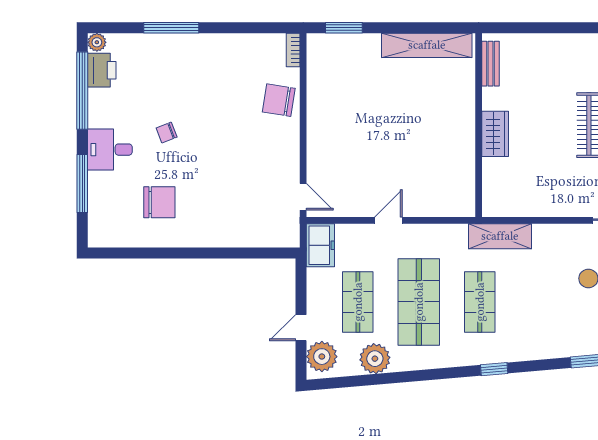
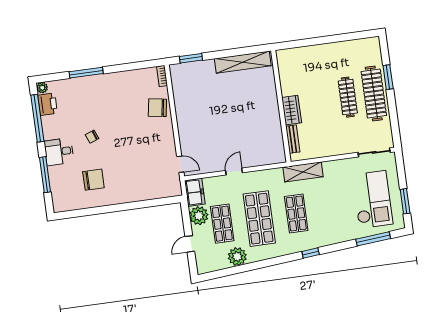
bench: (490, 64) -> (293, 139), moved
plant: (322, 357) -> (199, 216), moved

